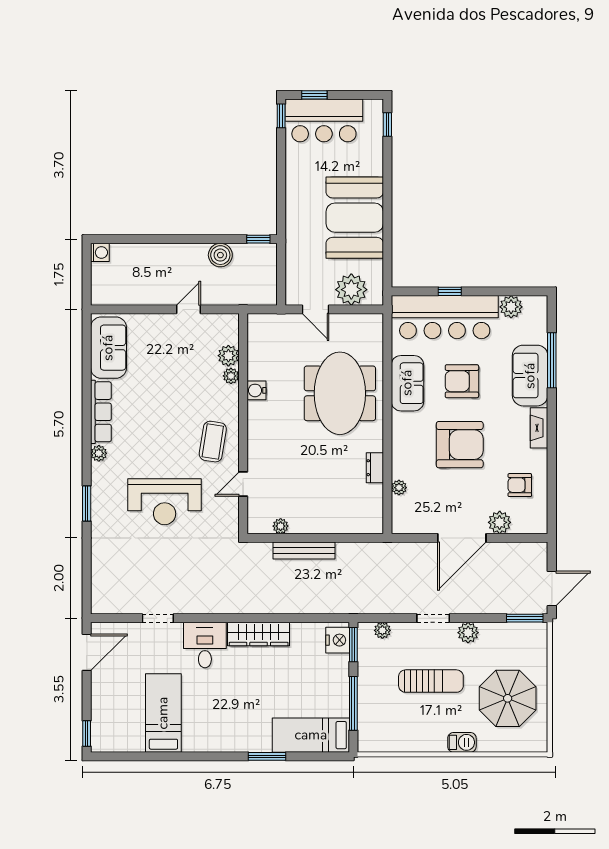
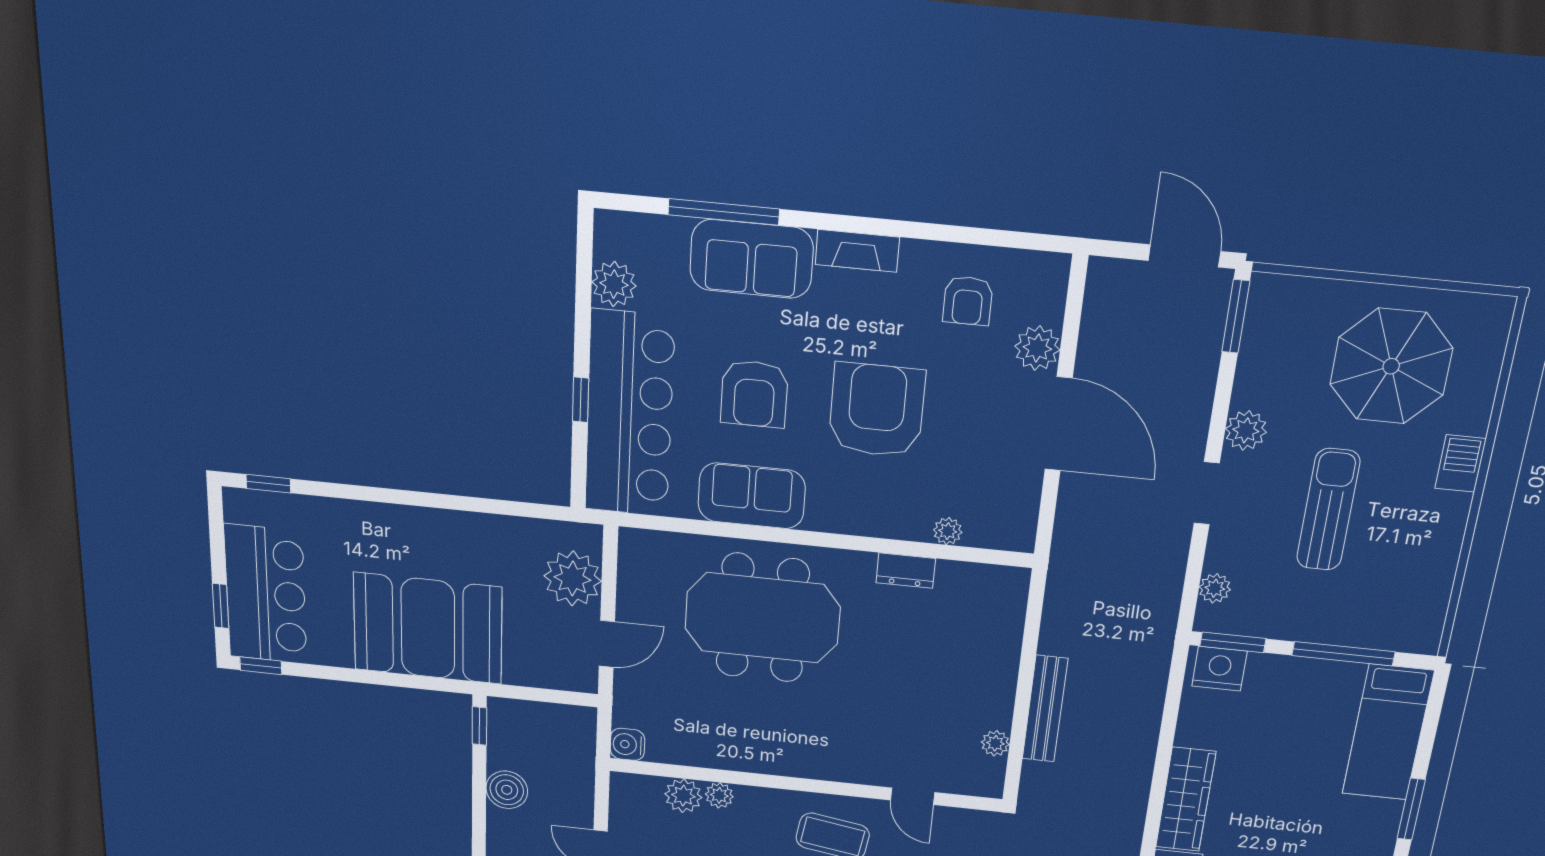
booth: (355, 218) -> (428, 628), moved
water cooler: (257, 390) -> (627, 744), moved, turned 90

